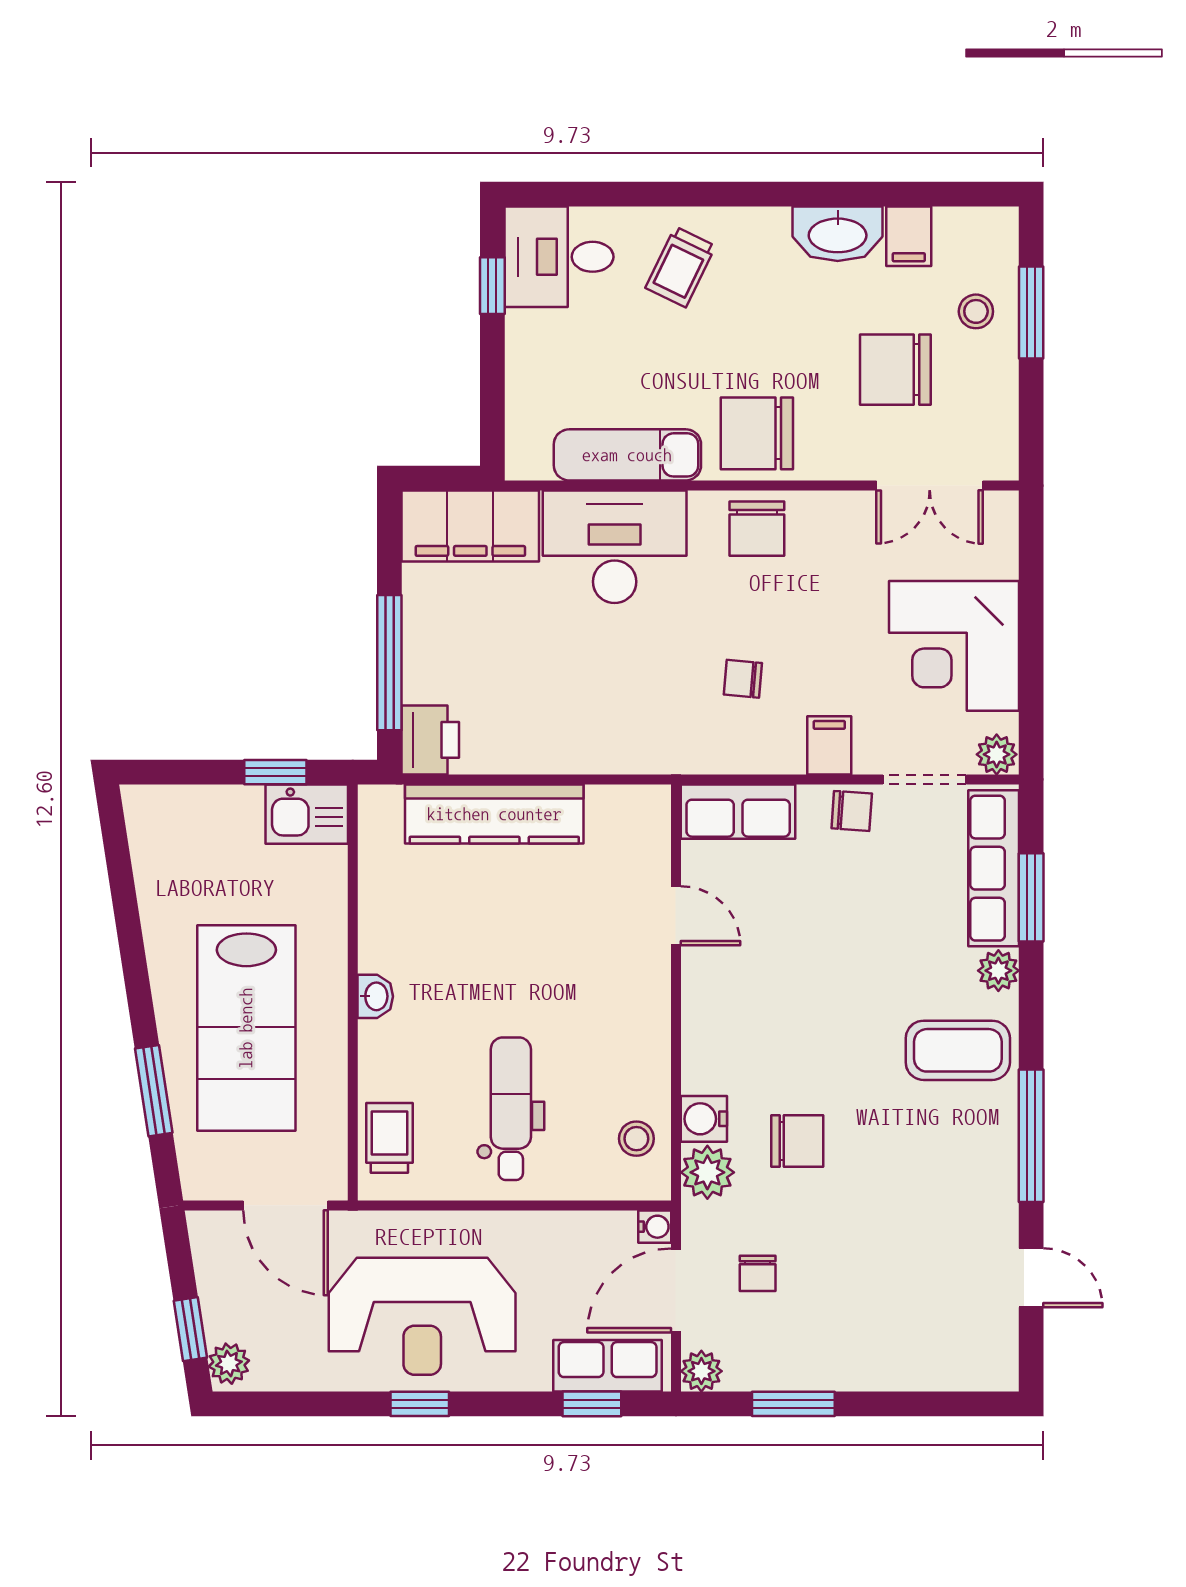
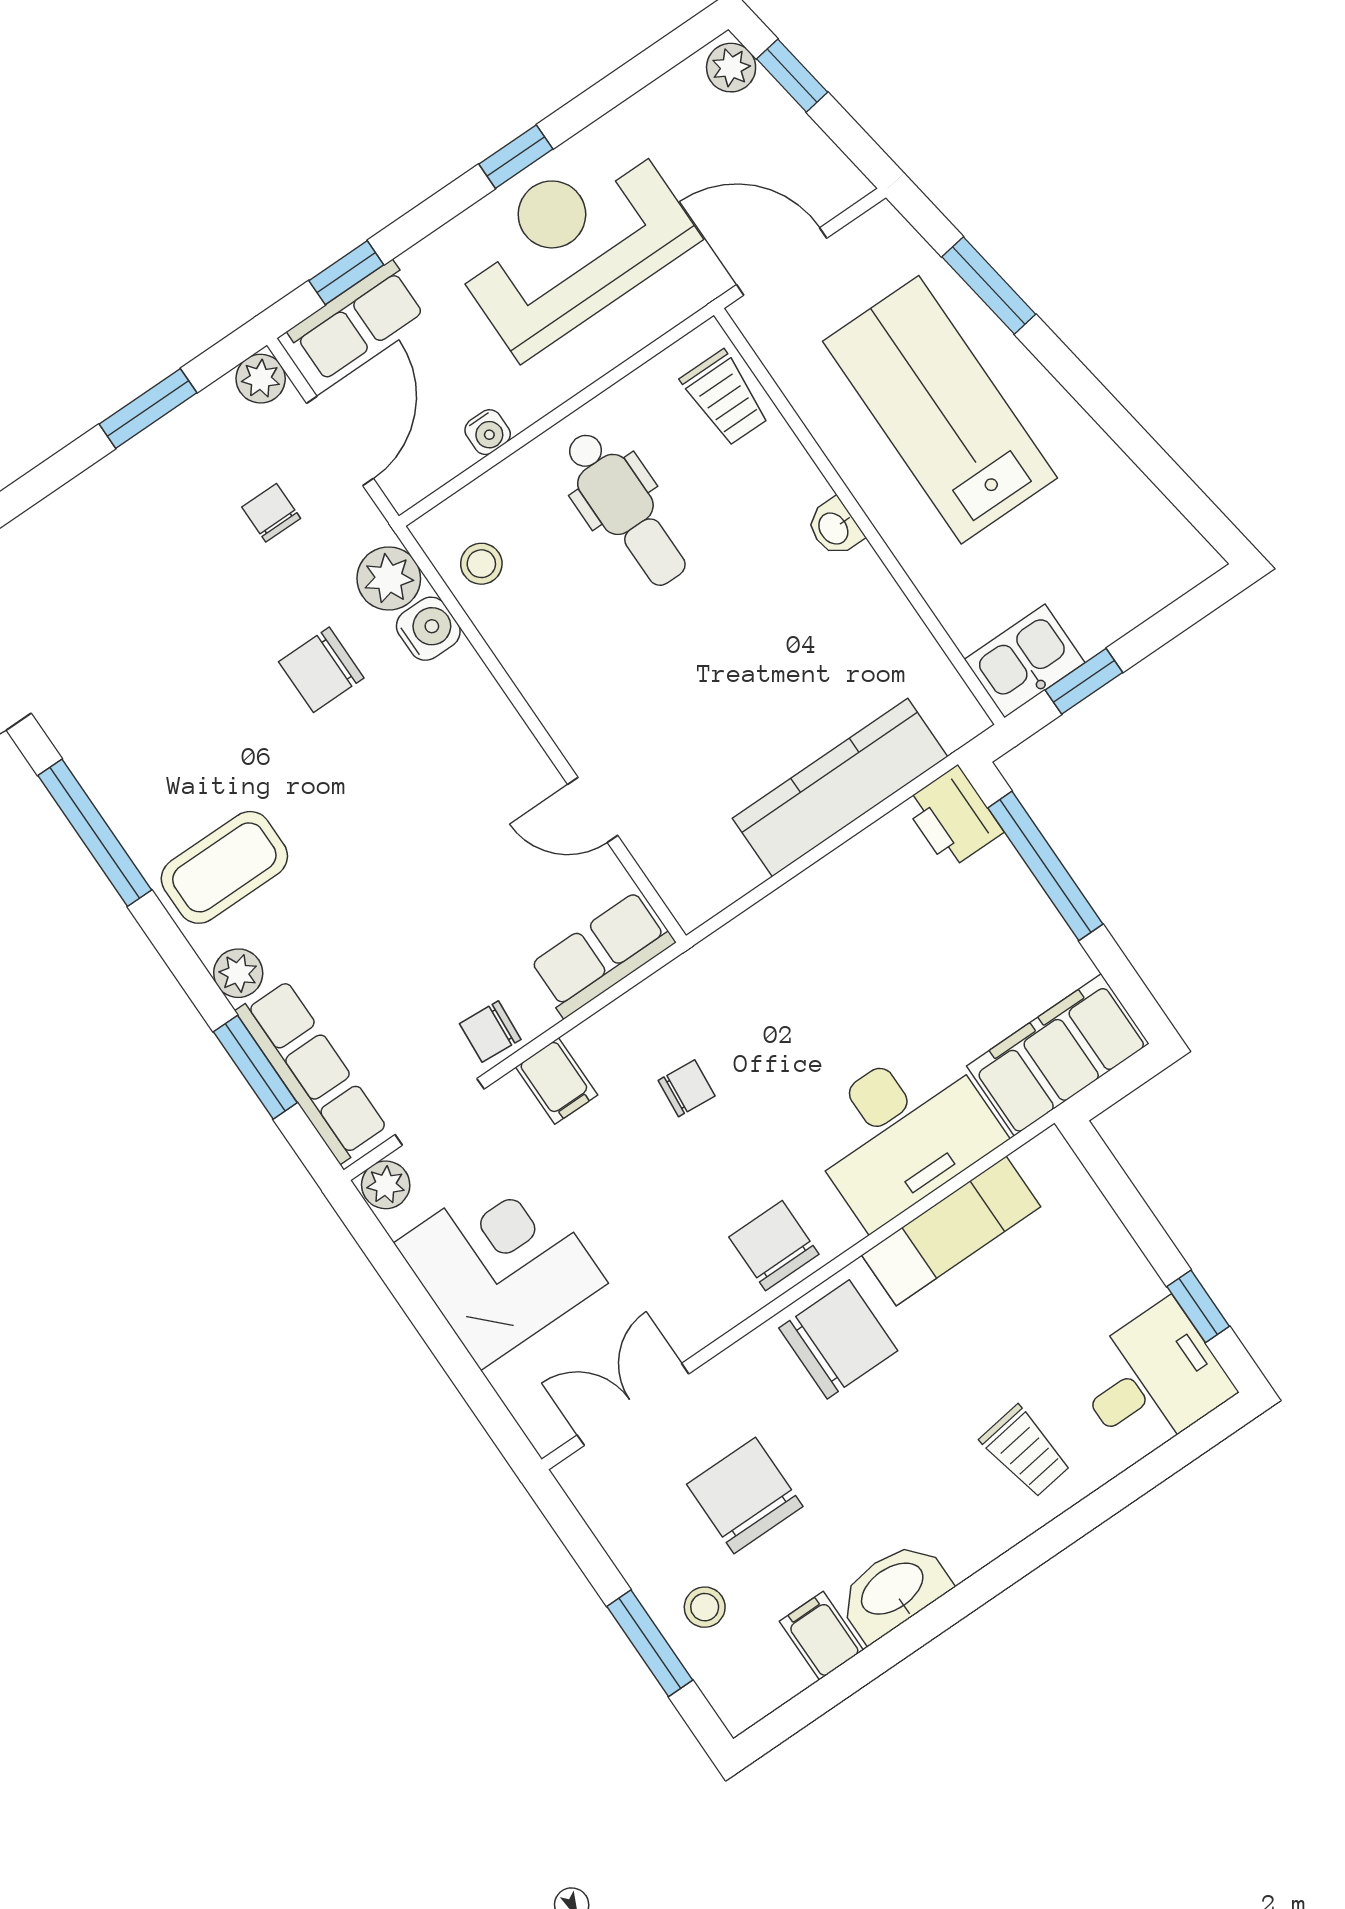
trolley: (680, 267) -> (1026, 1452), turned 146
chair: (895, 370) -> (745, 1495), turned -90
water cooler: (655, 1227) -> (488, 432), moved, turned -90

